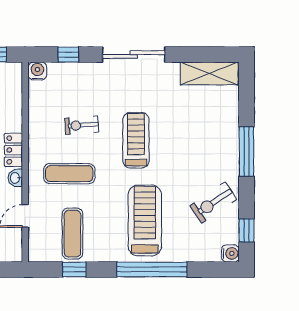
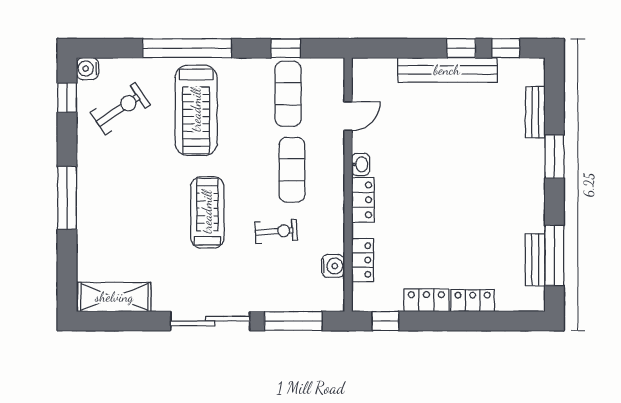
window: (68, 55) -> (293, 321), width x2.17
water cooler: (37, 71) -> (333, 266), moved, turned -90
locker: (14, 103) -> (362, 260), added
treadmill: (136, 140) -> (207, 212), turned 180
exercise mat: (69, 174) -> (292, 170), turned 90
exercise bike: (213, 203) -> (120, 109), moved

